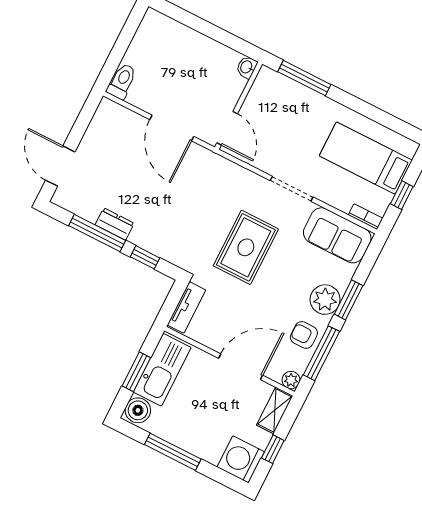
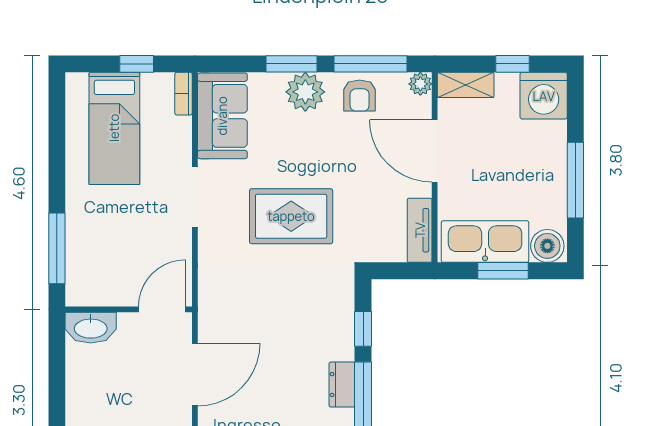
washbasin: (247, 67) -> (91, 328), width x1.91, depth x1.45
tv unit: (186, 307) -> (420, 230), moved, turned -90

